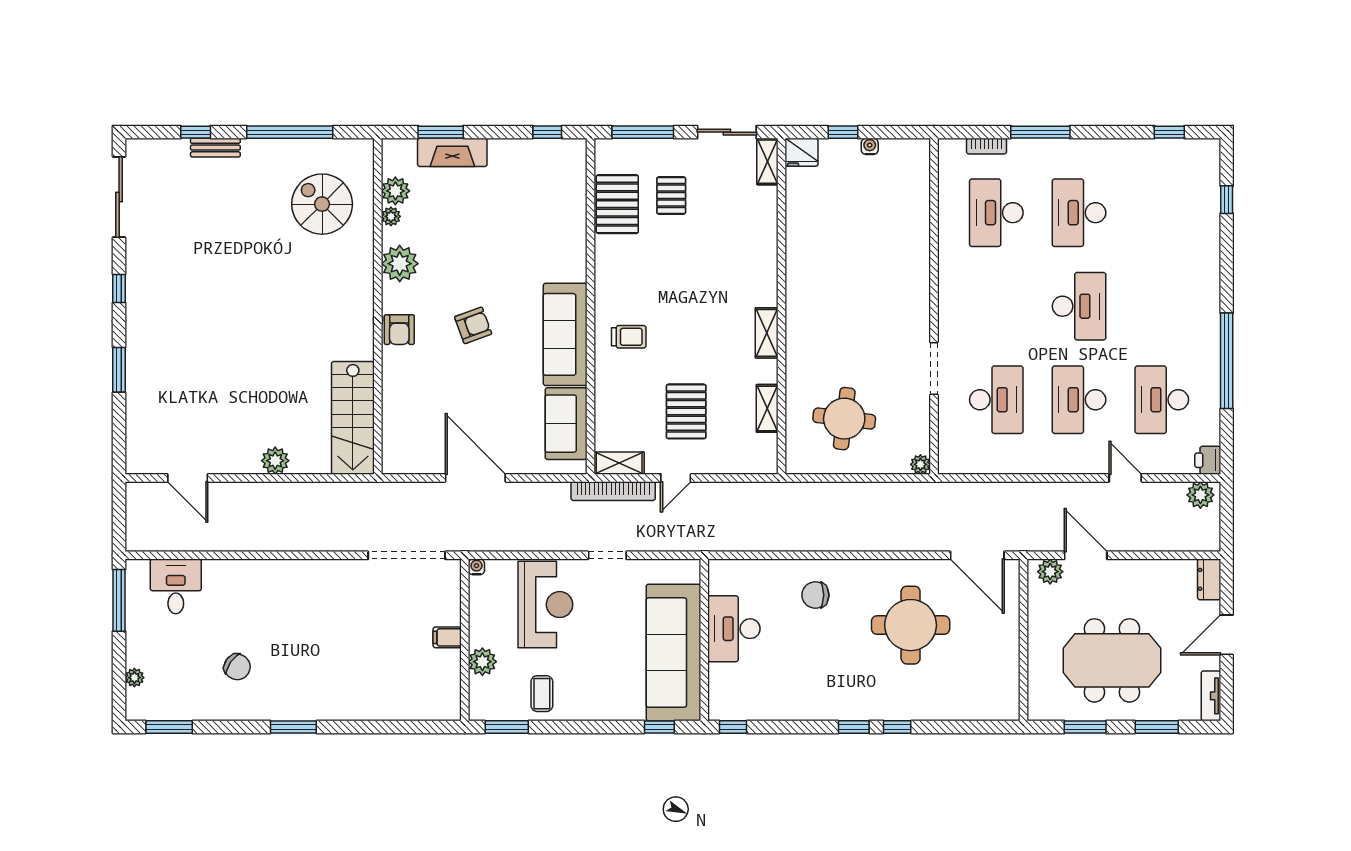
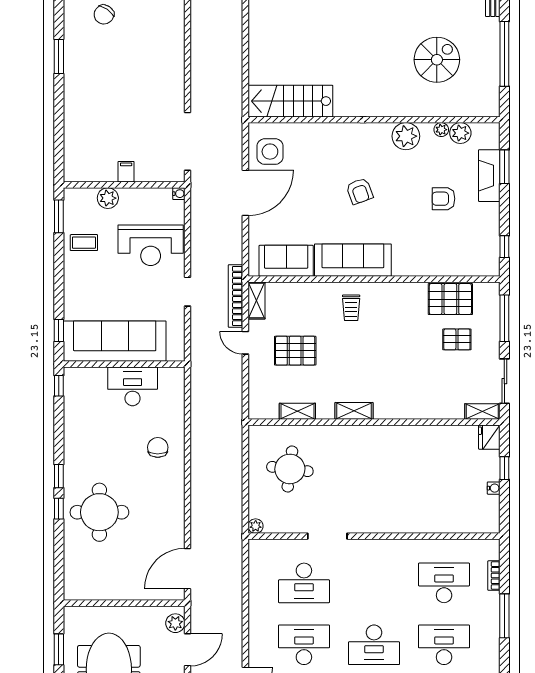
spiral stairs: (322, 204) -> (437, 60), moved
armchair: (399, 330) -> (443, 199), moved
side table: (420, 445) -> (270, 152), added
plant: (275, 461) -> (258, 43), removed
round table: (911, 625) -> (99, 512), moved

